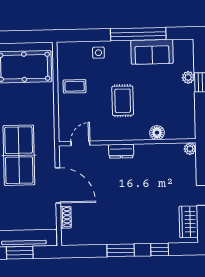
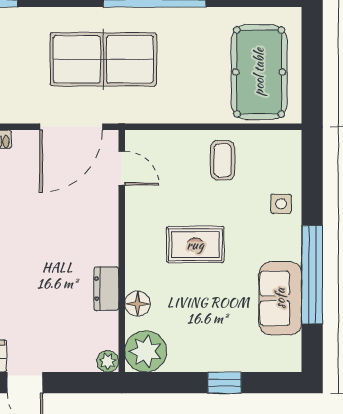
plant: (188, 77) -> (146, 351), moved, width x1.88, depth x1.88
dresser: (121, 151) -> (106, 289), moved
door: (58, 185) -> (71, 127), moved

